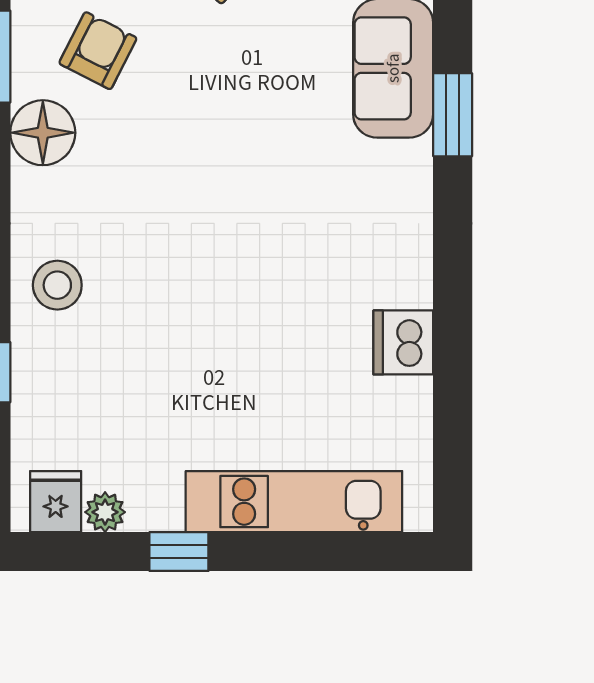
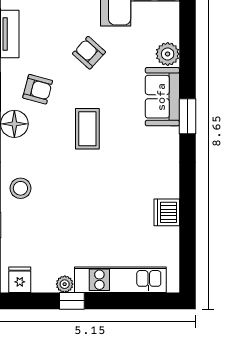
armchair: (98, 51) -> (38, 89), turned 78
coffee table: (216, 144) -> (87, 129), added
plant: (105, 512) -> (65, 284), moved

